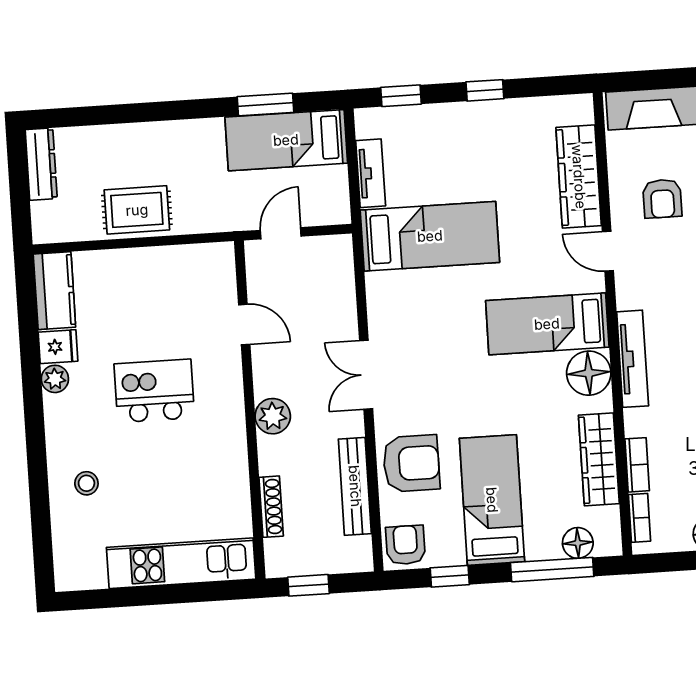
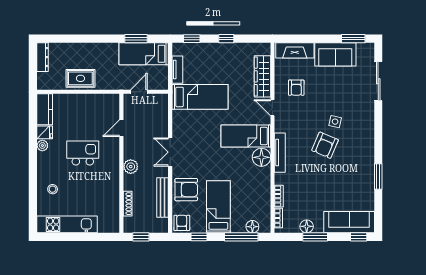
door: (244, 325) -> (121, 128), swing flipped
wardrobe: (599, 459) -> (263, 193), removed
kitchen unit: (181, 563) -> (67, 224), moved

